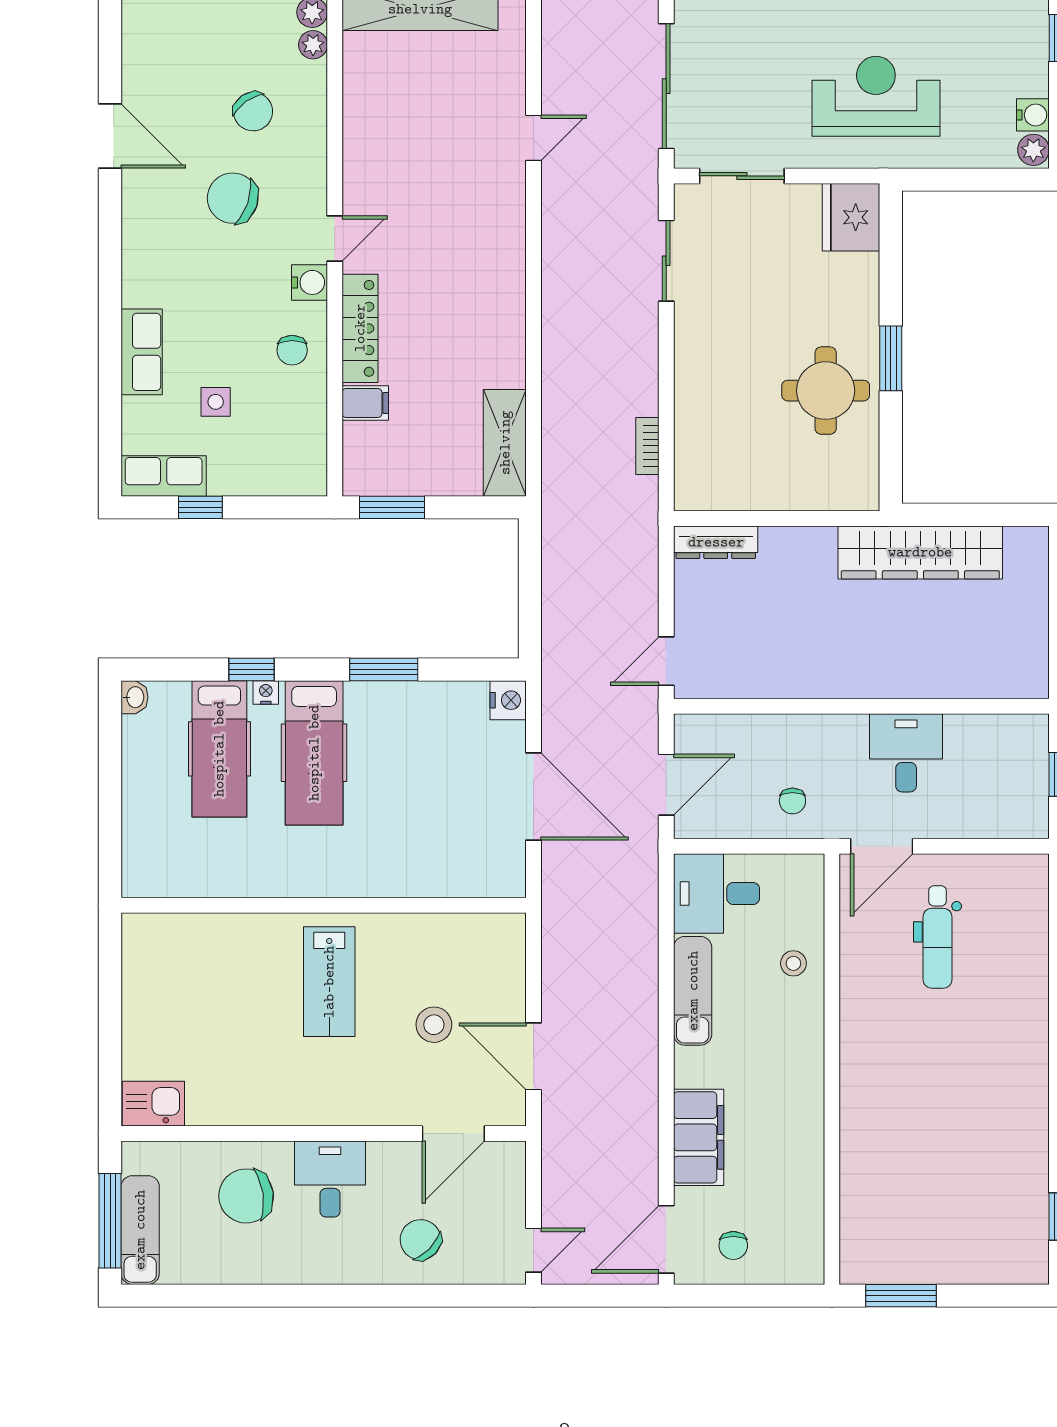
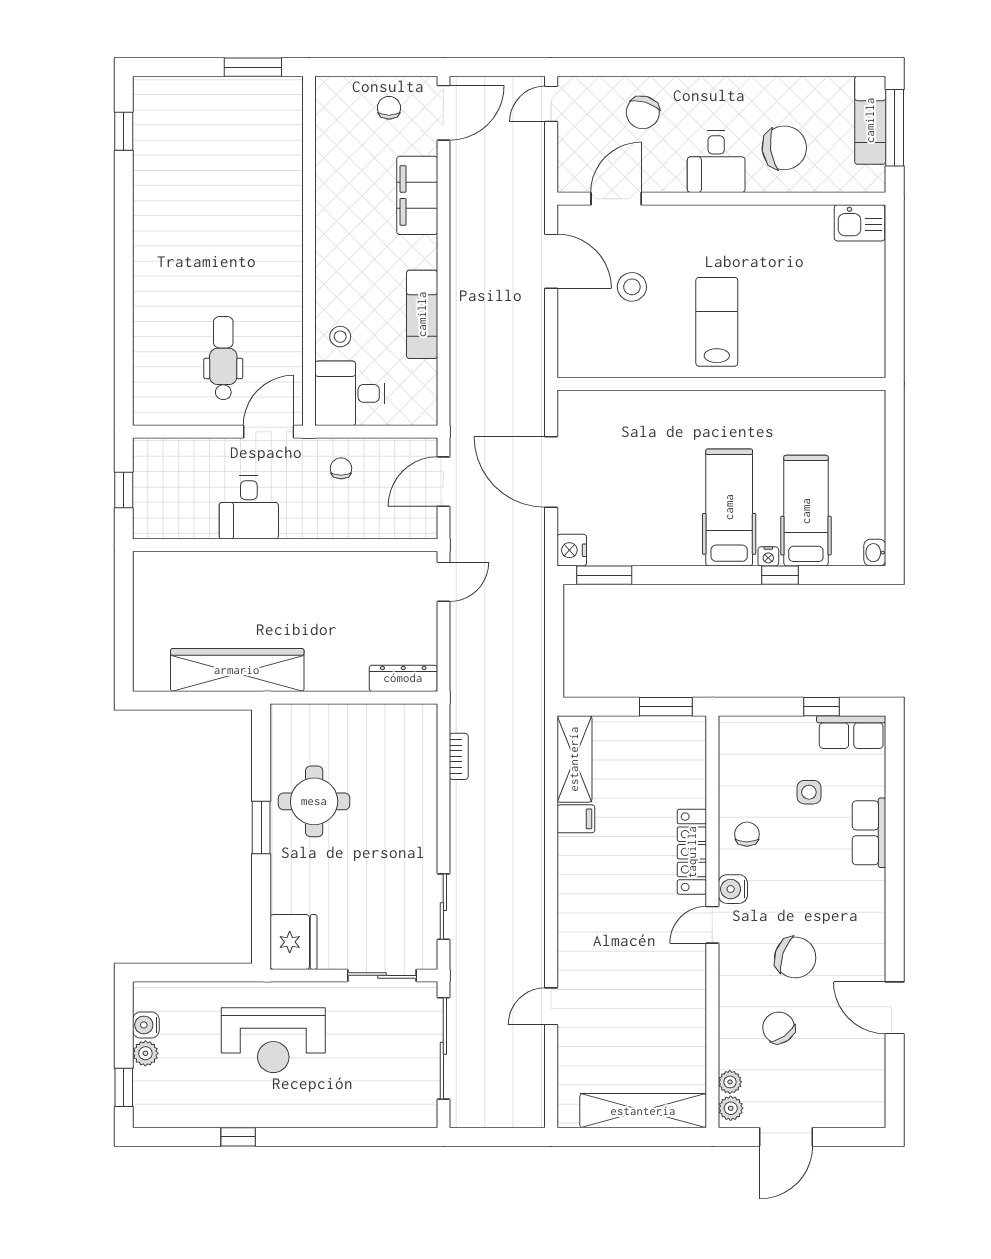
plant: (1033, 150) -> (145, 1053), moved
filing cabinet: (365, 403) -> (576, 819), moved, turned 180
window: (384, 669) -> (604, 575), moved
desk: (716, 893) -> (350, 393), moved, turned 180
chair: (421, 1240) -> (643, 112), turned 63

